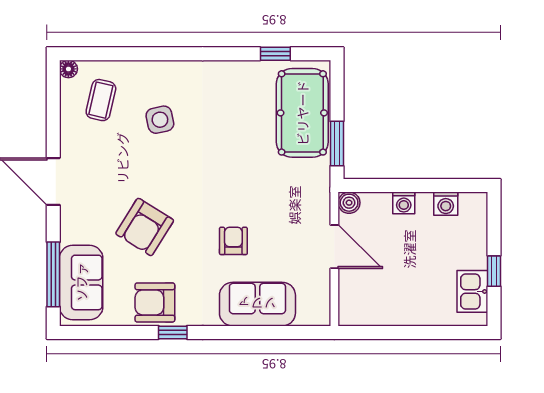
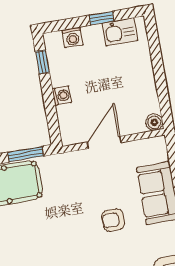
window: (451, 186) -> (42, 62), added
boiler: (349, 203) -> (154, 122), moved
washing machine: (446, 204) -> (72, 37), moved, turned 90

